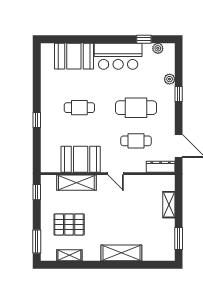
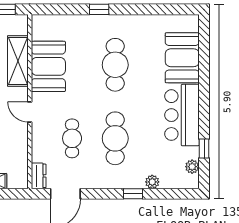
cafe table: (79, 108) -> (115, 65), width x1.37, depth x1.35
dresser: (161, 167) -> (39, 176), width x0.70
door: (116, 174) -> (30, 112), hinge flipped

